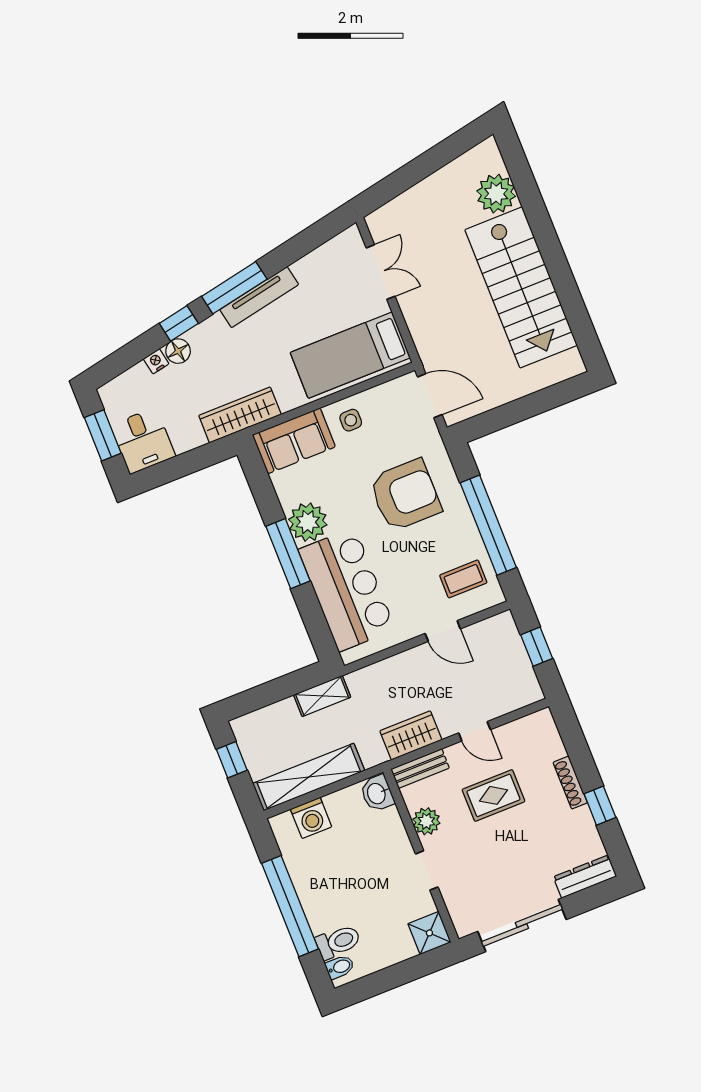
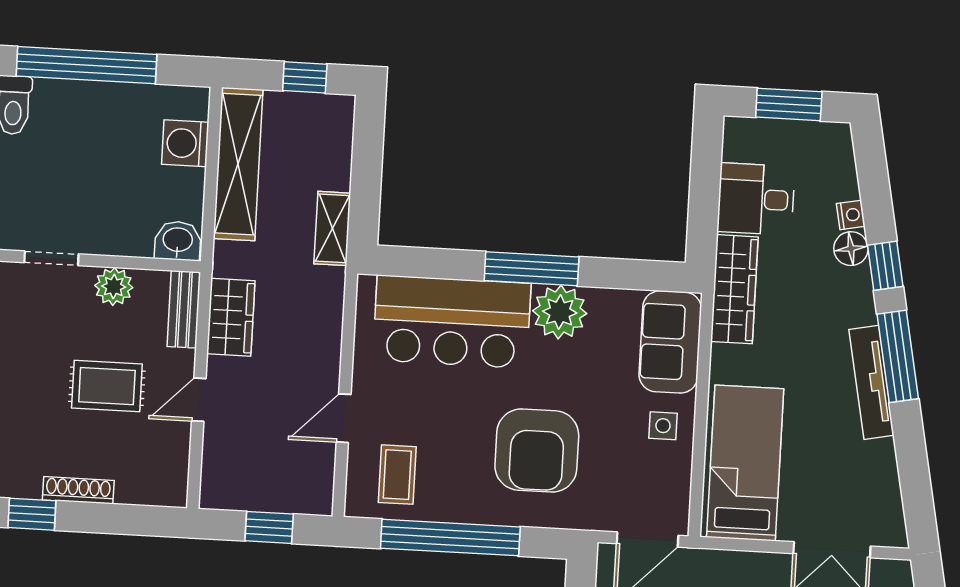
desk: (143, 441) -> (756, 199), moved
rug: (494, 795) -> (107, 386), turned 90

